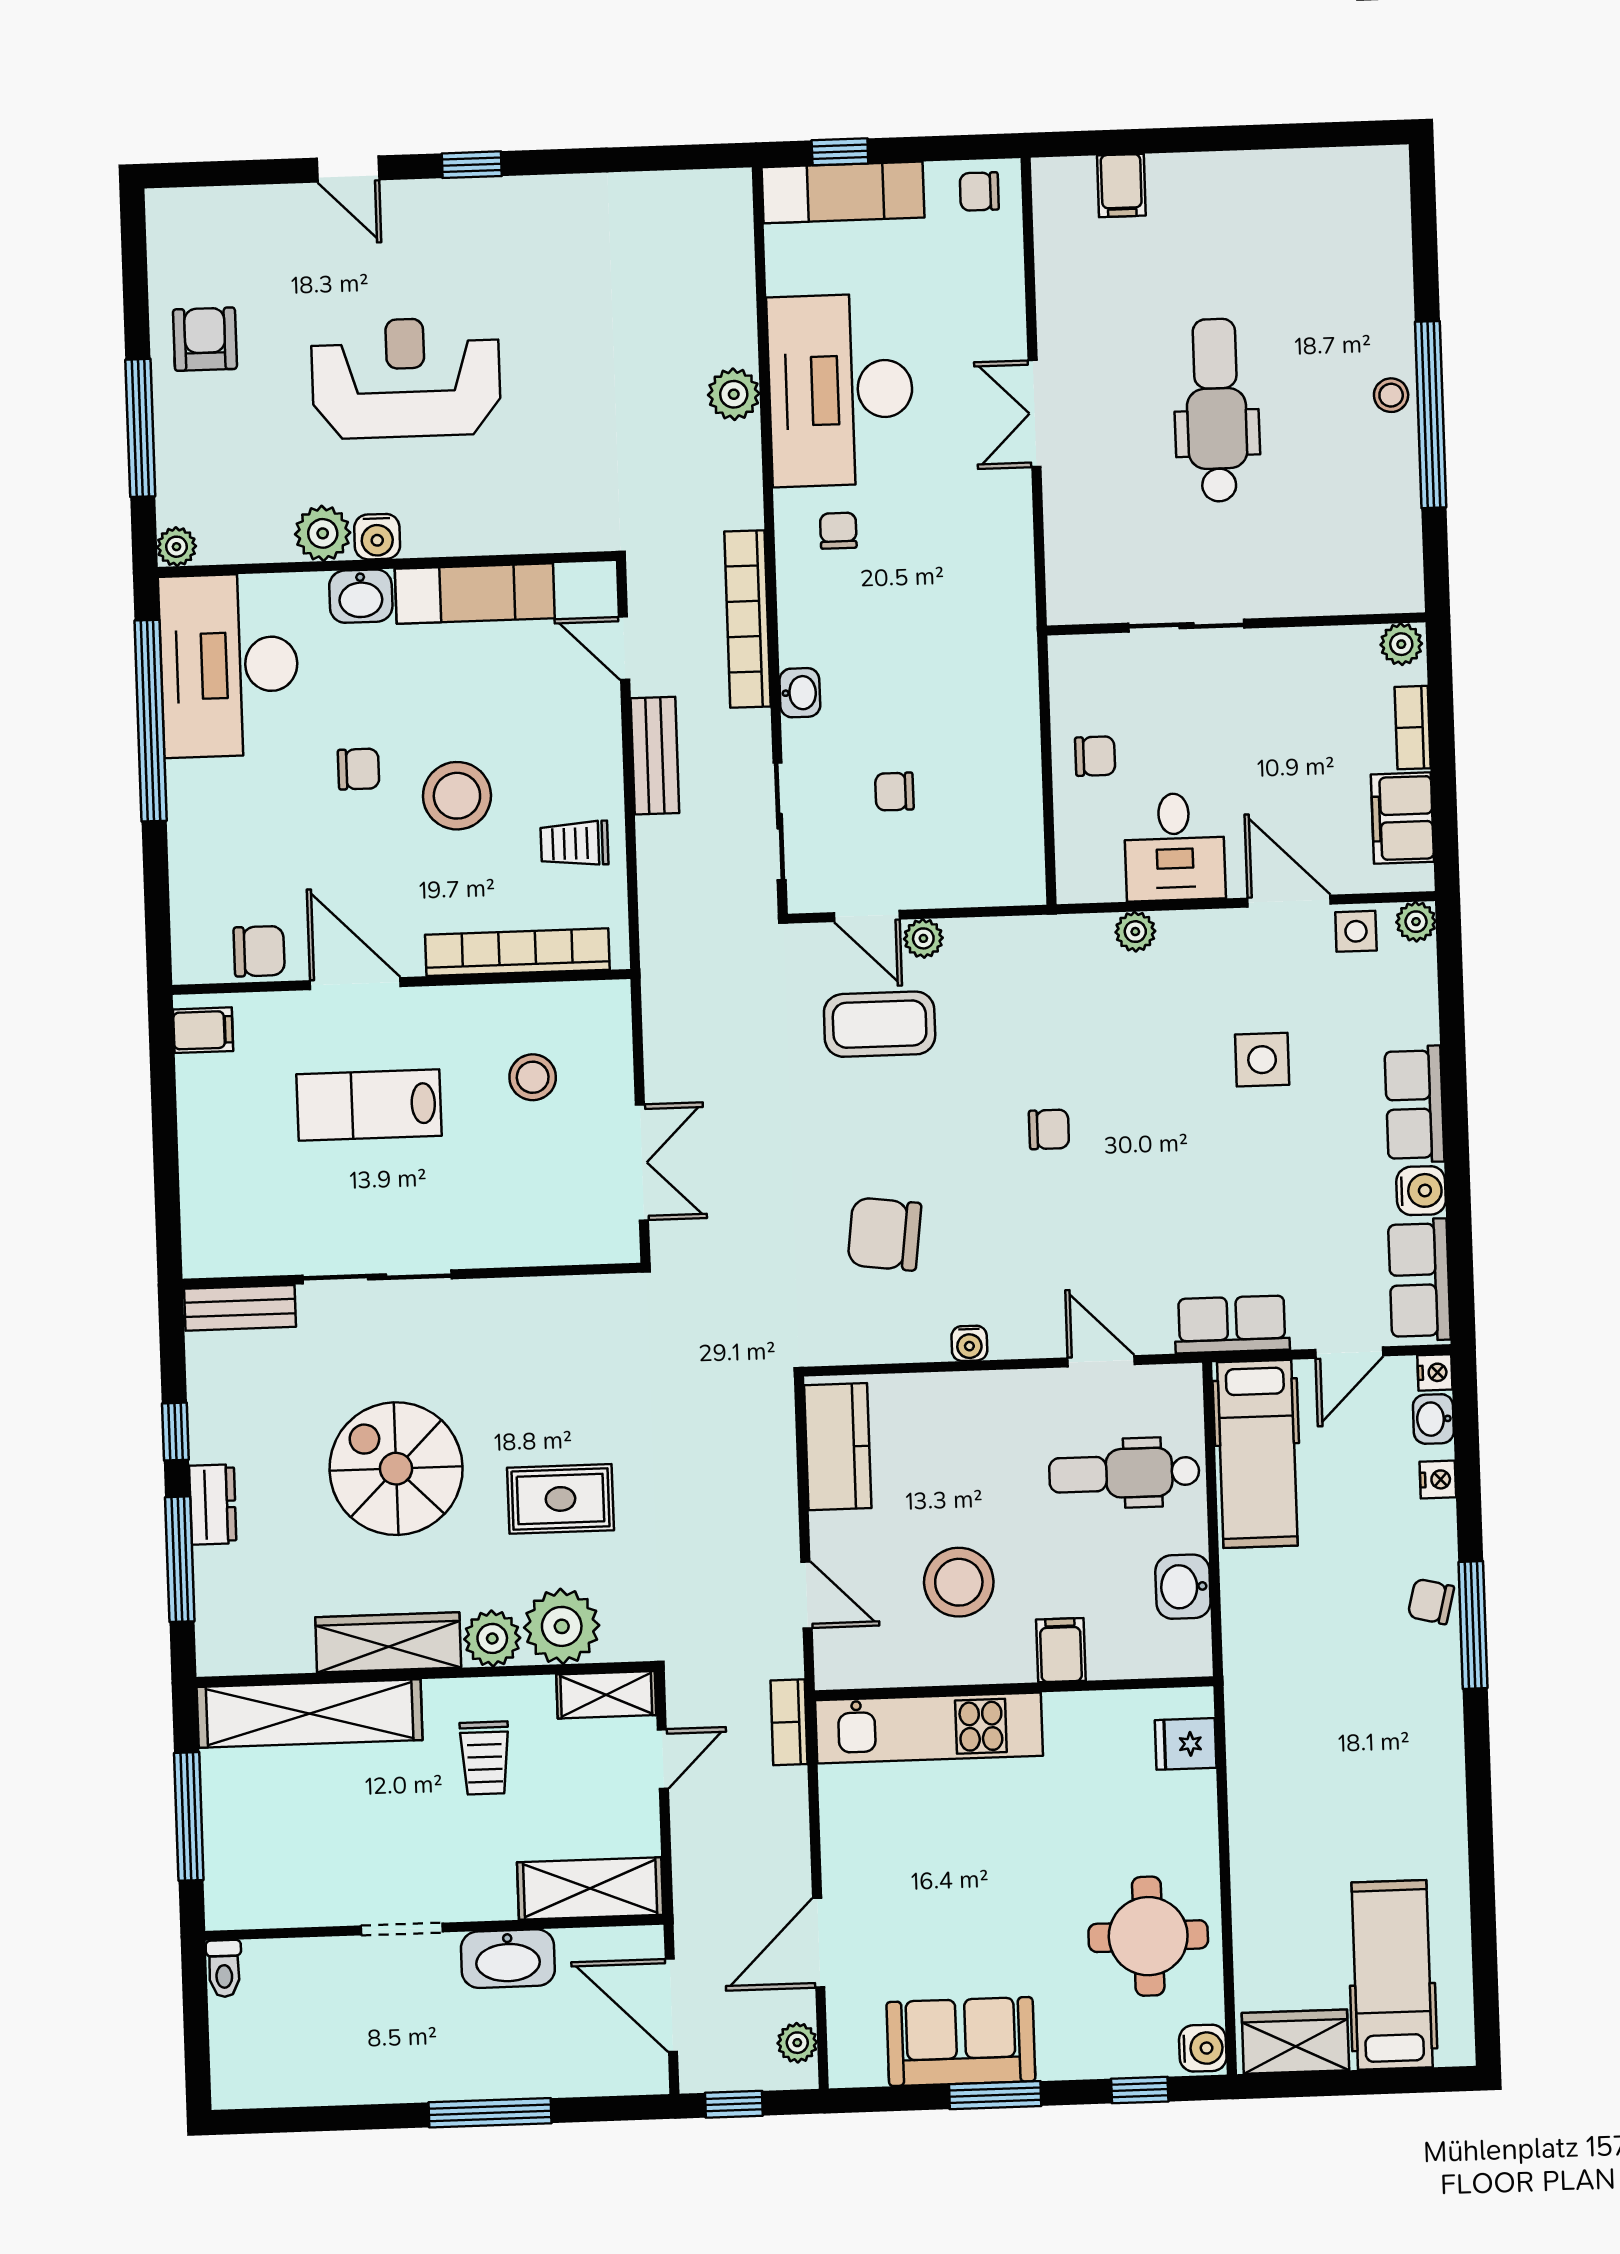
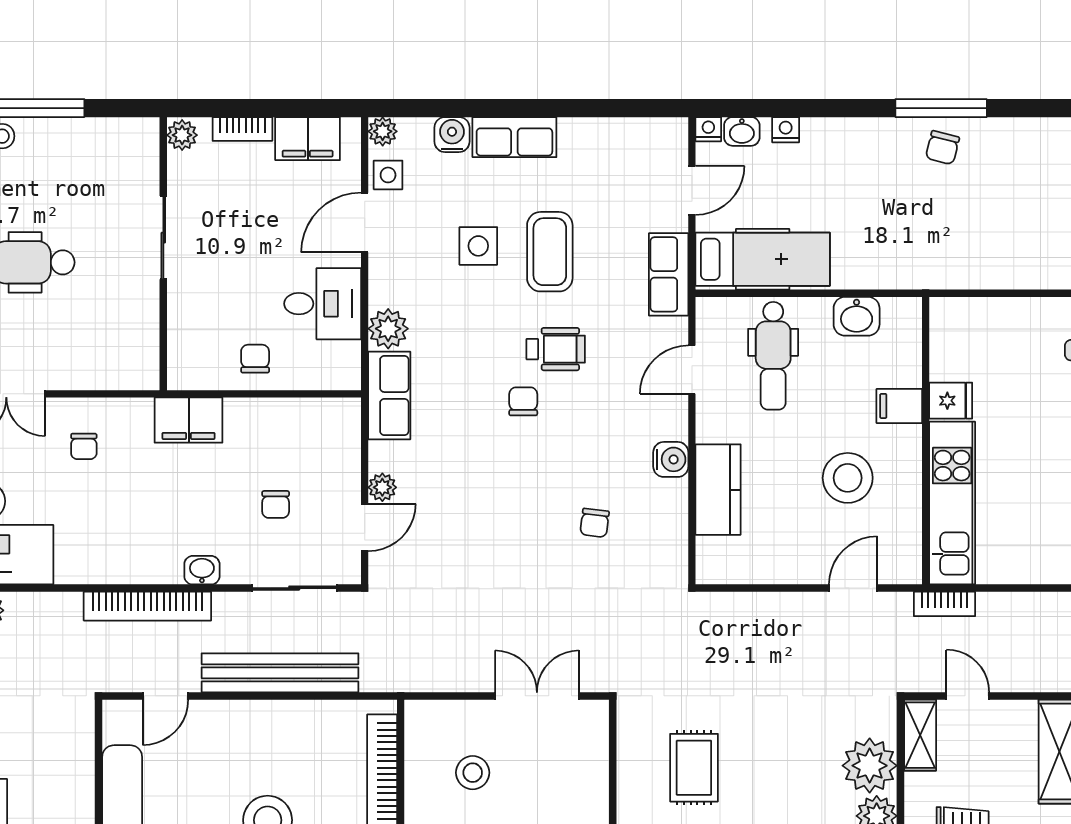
chair: (838, 531) -> (84, 446), moved, turned -90
sliding door: (1186, 626) -> (163, 238), moved
filing cabinet: (1007, 667) -> (189, 420), added
bench: (655, 756) -> (280, 673), width x1.86, depth x1.21
trolley: (574, 843) -> (305, 737), removed
plant: (1135, 932) -> (388, 329), width x1.38, depth x1.38
coffee table: (880, 1024) -> (550, 252), moved
wheelchair: (1123, 1172) -> (556, 349), added
water cooler: (1421, 1191) -> (452, 135), moved
chair: (884, 1234) -> (595, 523), width x0.54, depth x0.54
row of seats: (1419, 1280) -> (389, 395), moved, turned -90
water cooler: (969, 1343) -> (671, 459), width x1.38, depth x1.38
door: (1349, 1353) -> (692, 190), hinge flipped
kitchen counter: (838, 1447) -> (718, 490), moved, turned 90
rug: (560, 1499) -> (694, 768), moved
chair: (1431, 1601) -> (942, 148), moved
window: (1473, 1625) -> (941, 108), moved
fridge: (1186, 1744) -> (951, 401), moved, turned -90

